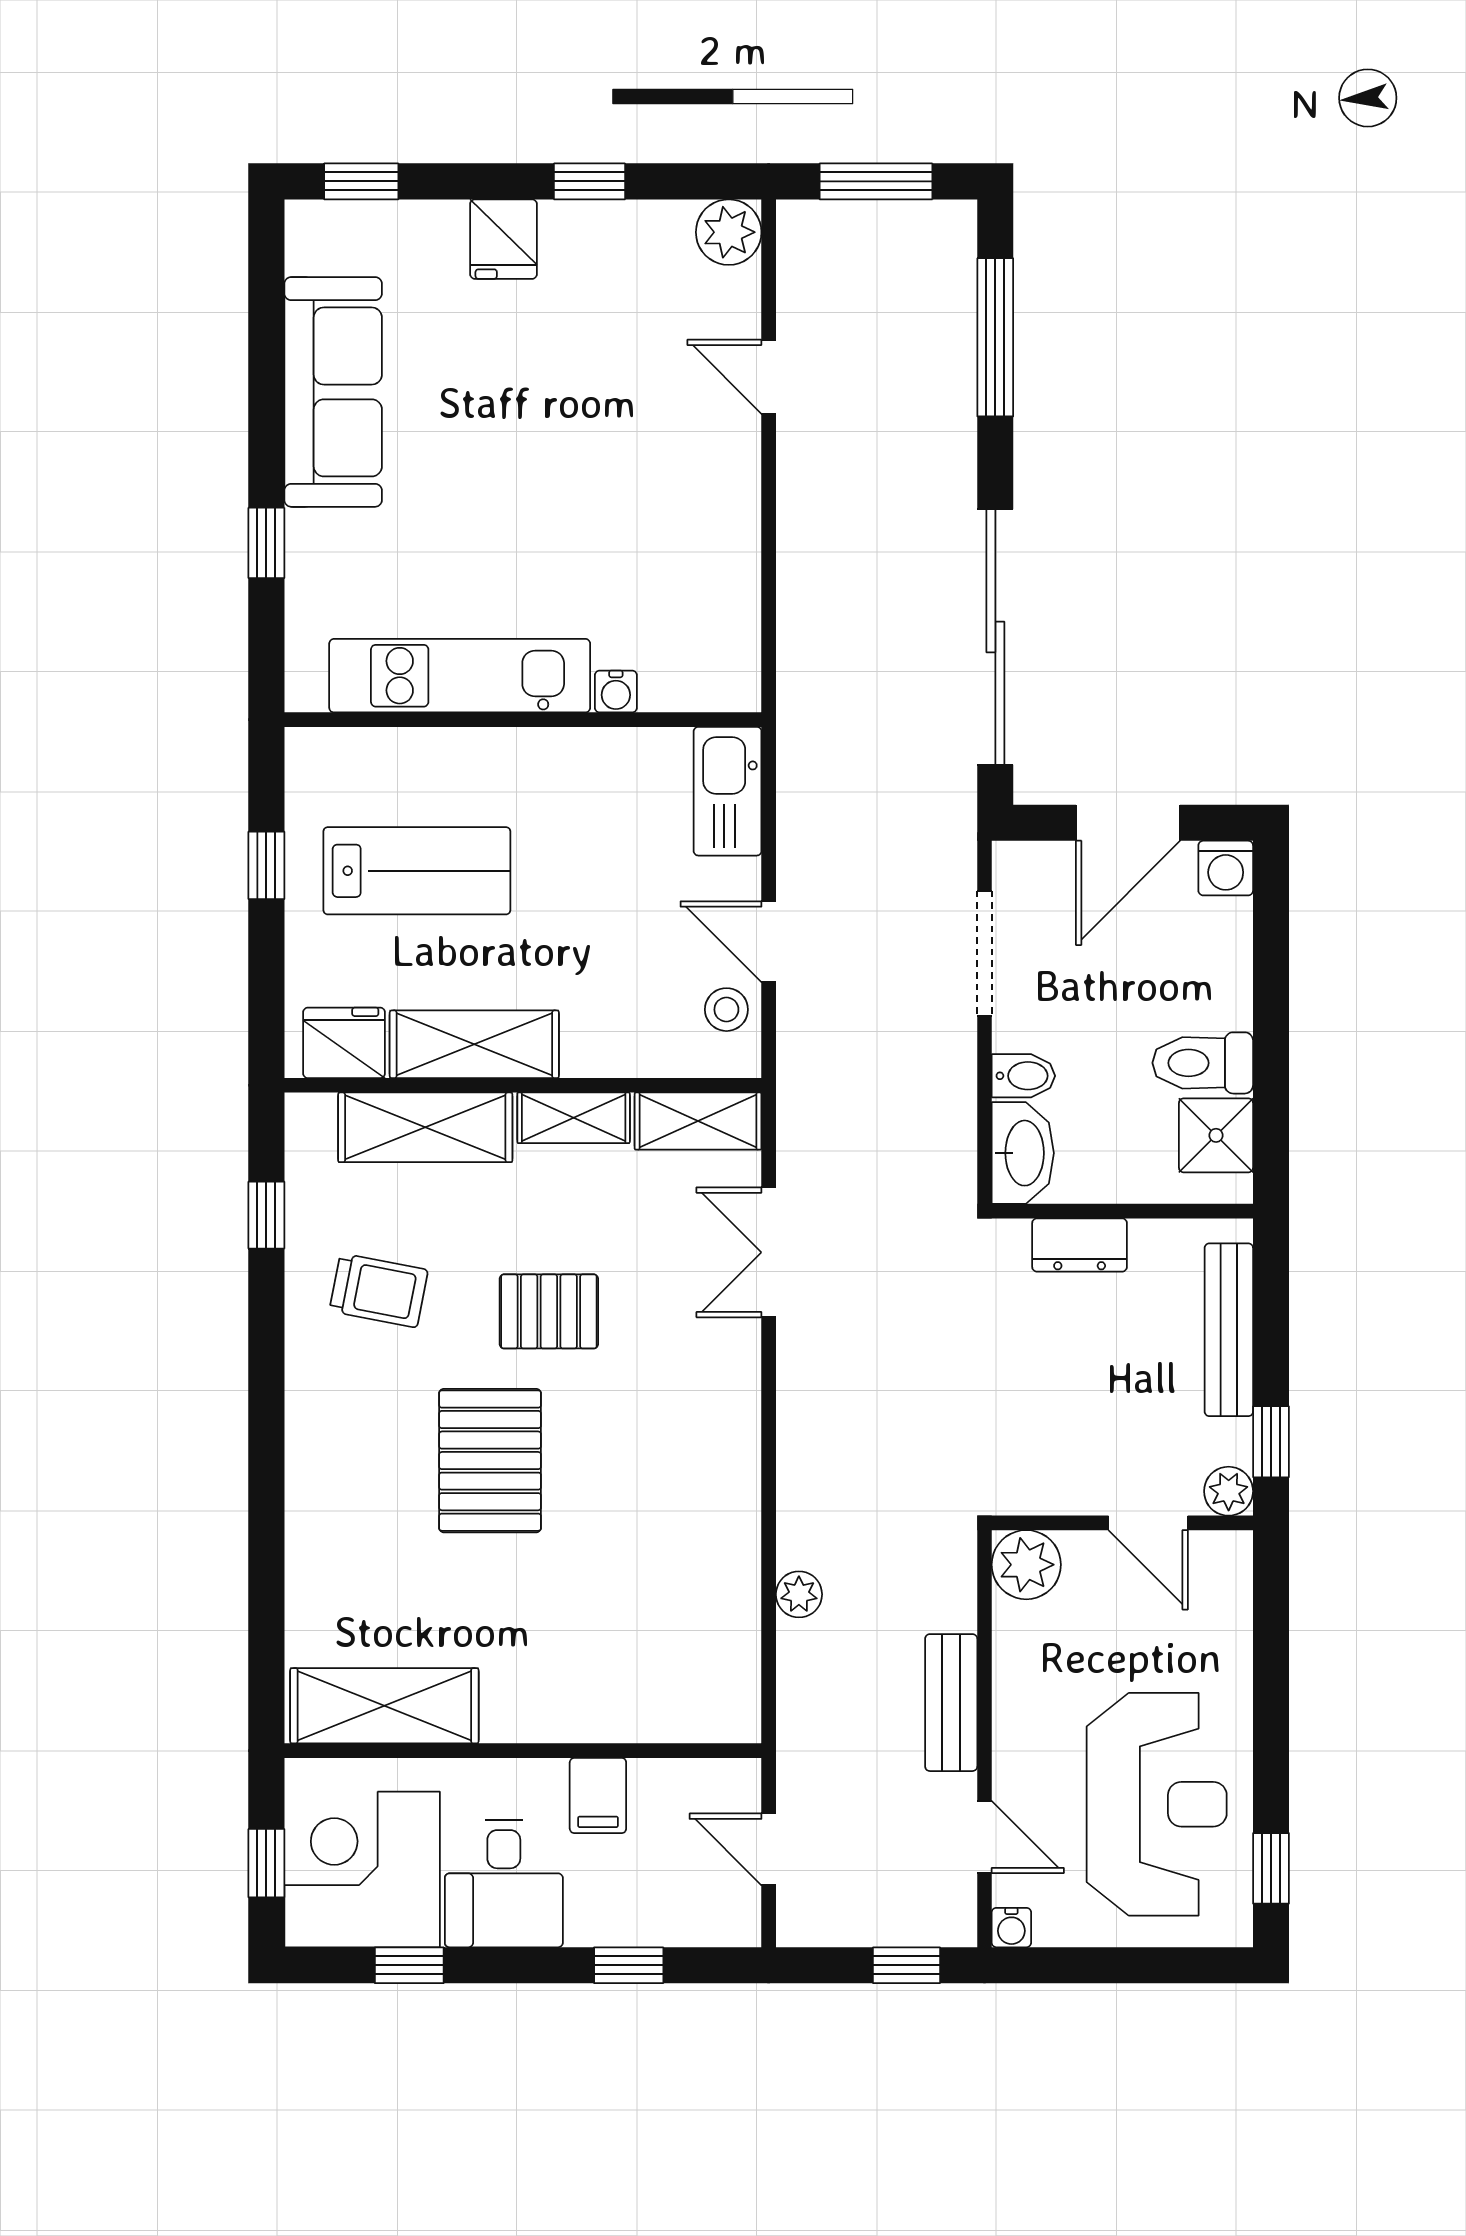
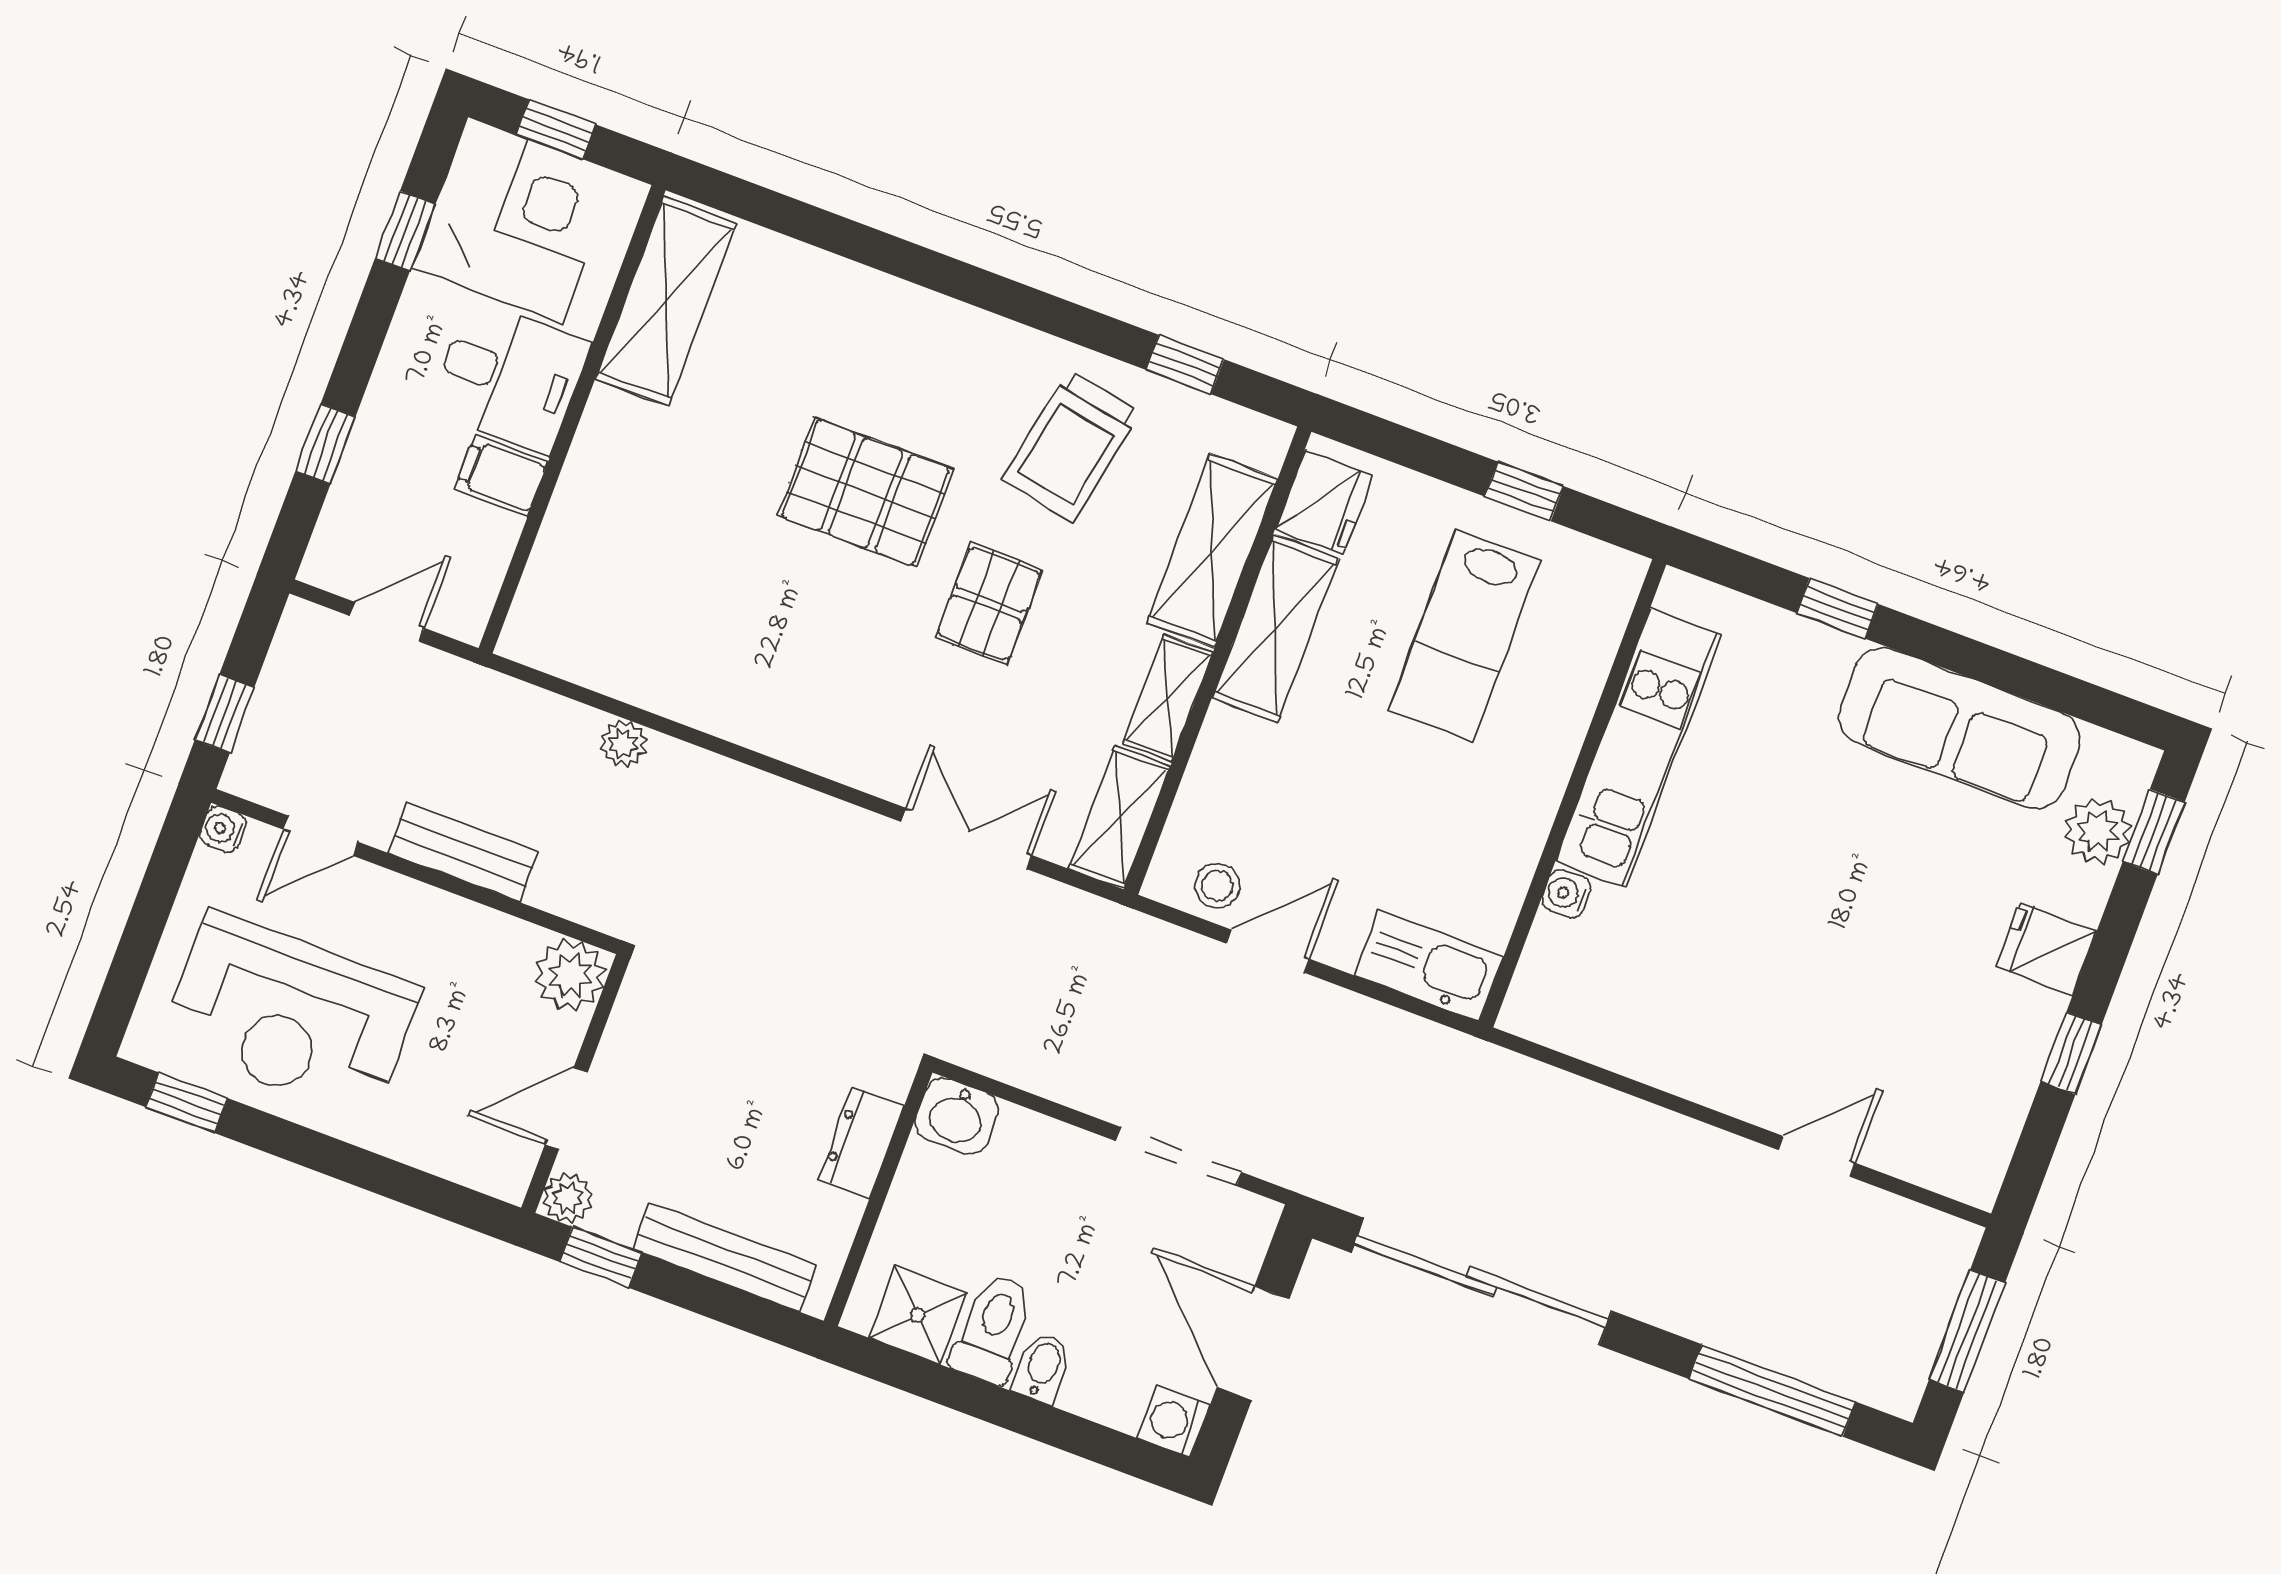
plant: (729, 232) -> (2098, 831), moved
bidet: (1023, 1076) -> (1043, 1368), moved, turned 180
washbasin: (1023, 1153) -> (957, 1116), width x0.72
trolley: (379, 1290) -> (1071, 446), width x1.36, depth x1.39
desk: (504, 1884) -> (509, 377), moved, turned 180

